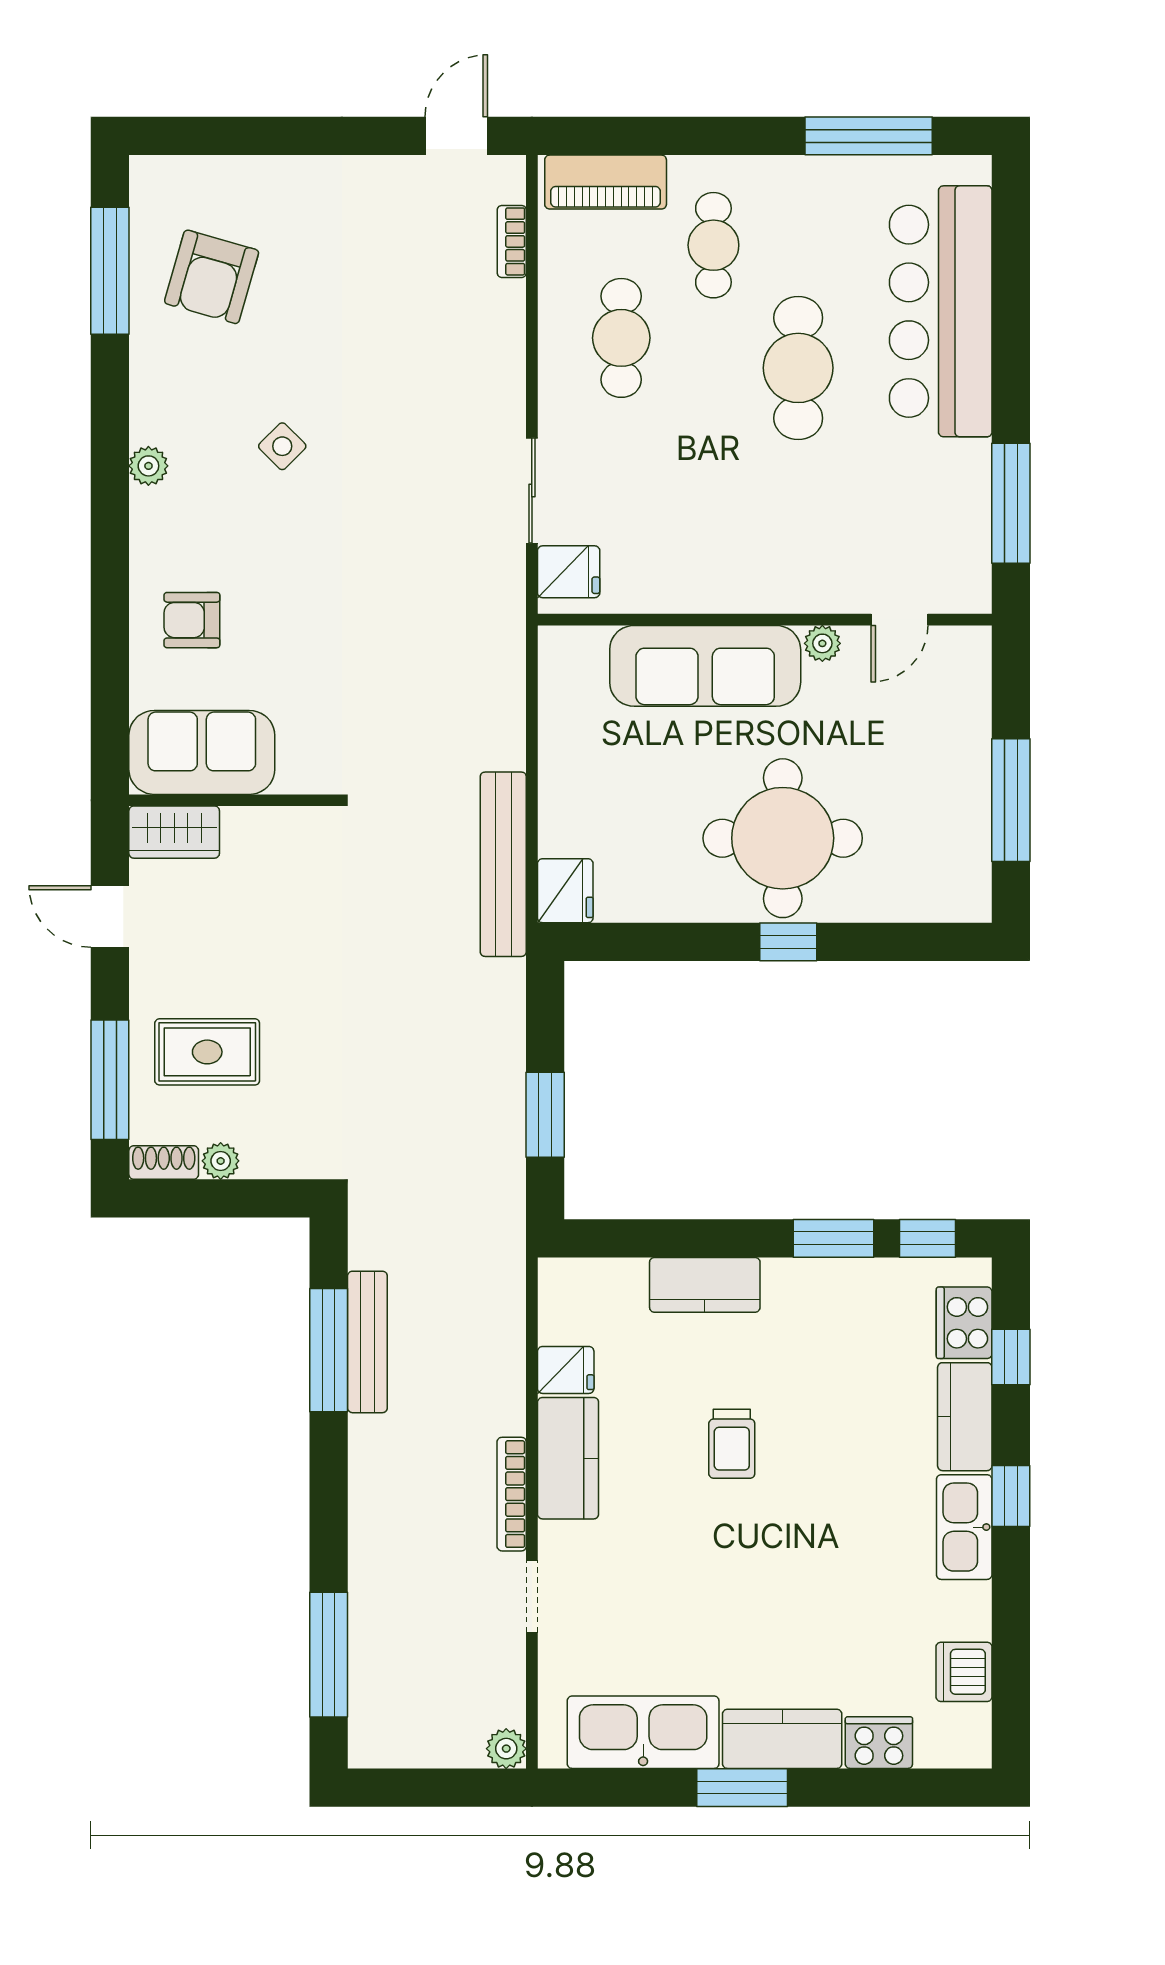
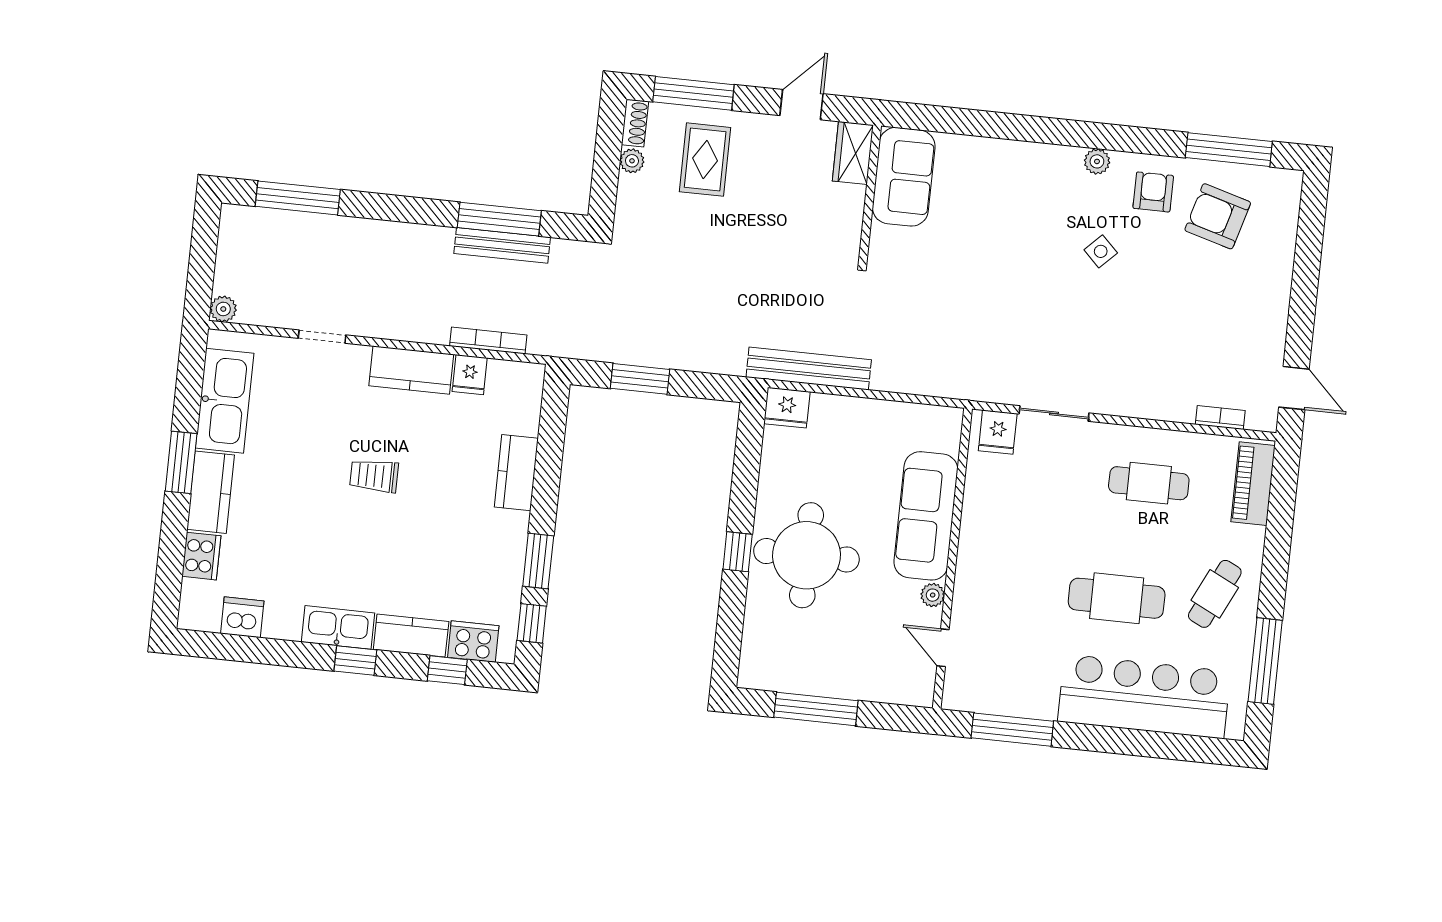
cafe table: (713, 245) -> (1215, 594), moved, turned -64
armchair: (192, 620) -> (1153, 192), moved
trolley: (732, 1444) -> (374, 476), moved
bookcase: (512, 1494) -> (488, 340), moved

